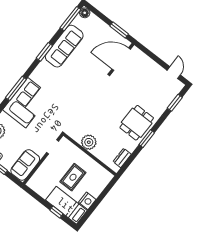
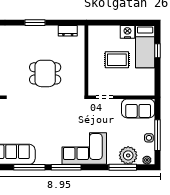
window: (44, 52) -> (29, 167), width x1.44
window: (16, 88) -> (66, 167), moved
dining table: (137, 123) -> (45, 73), moved
plant: (89, 142) -> (77, 70), removed

